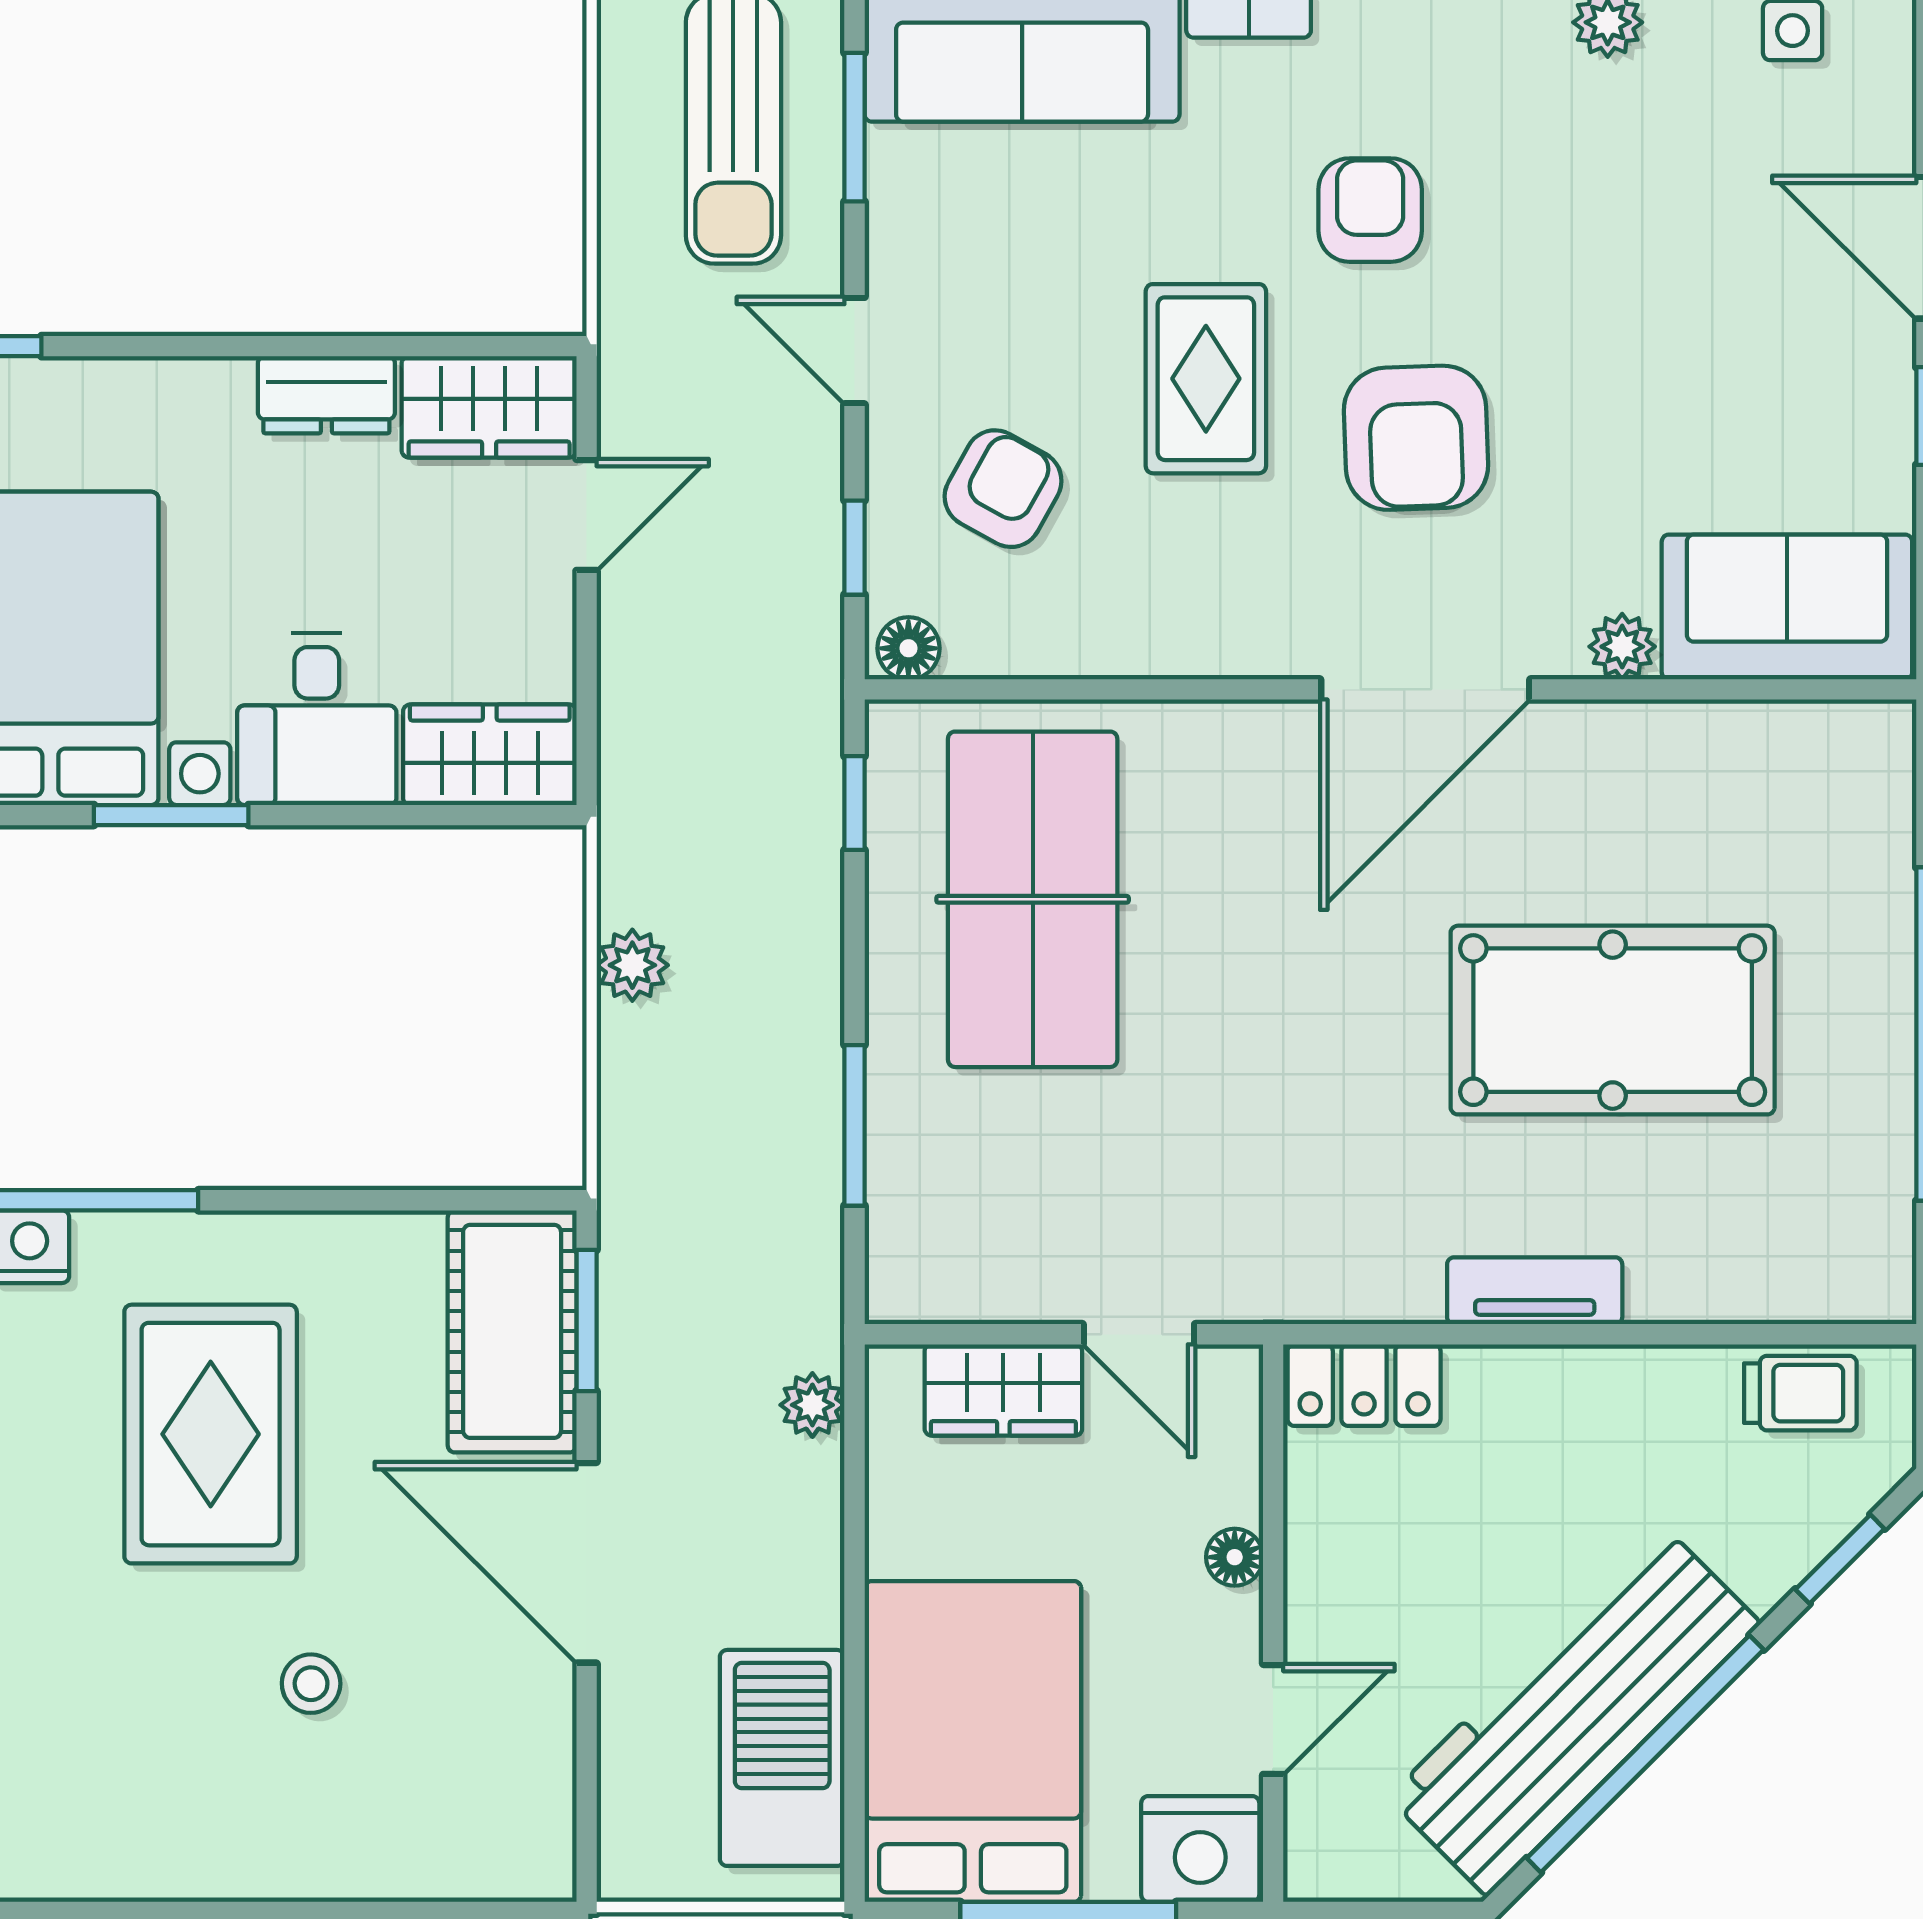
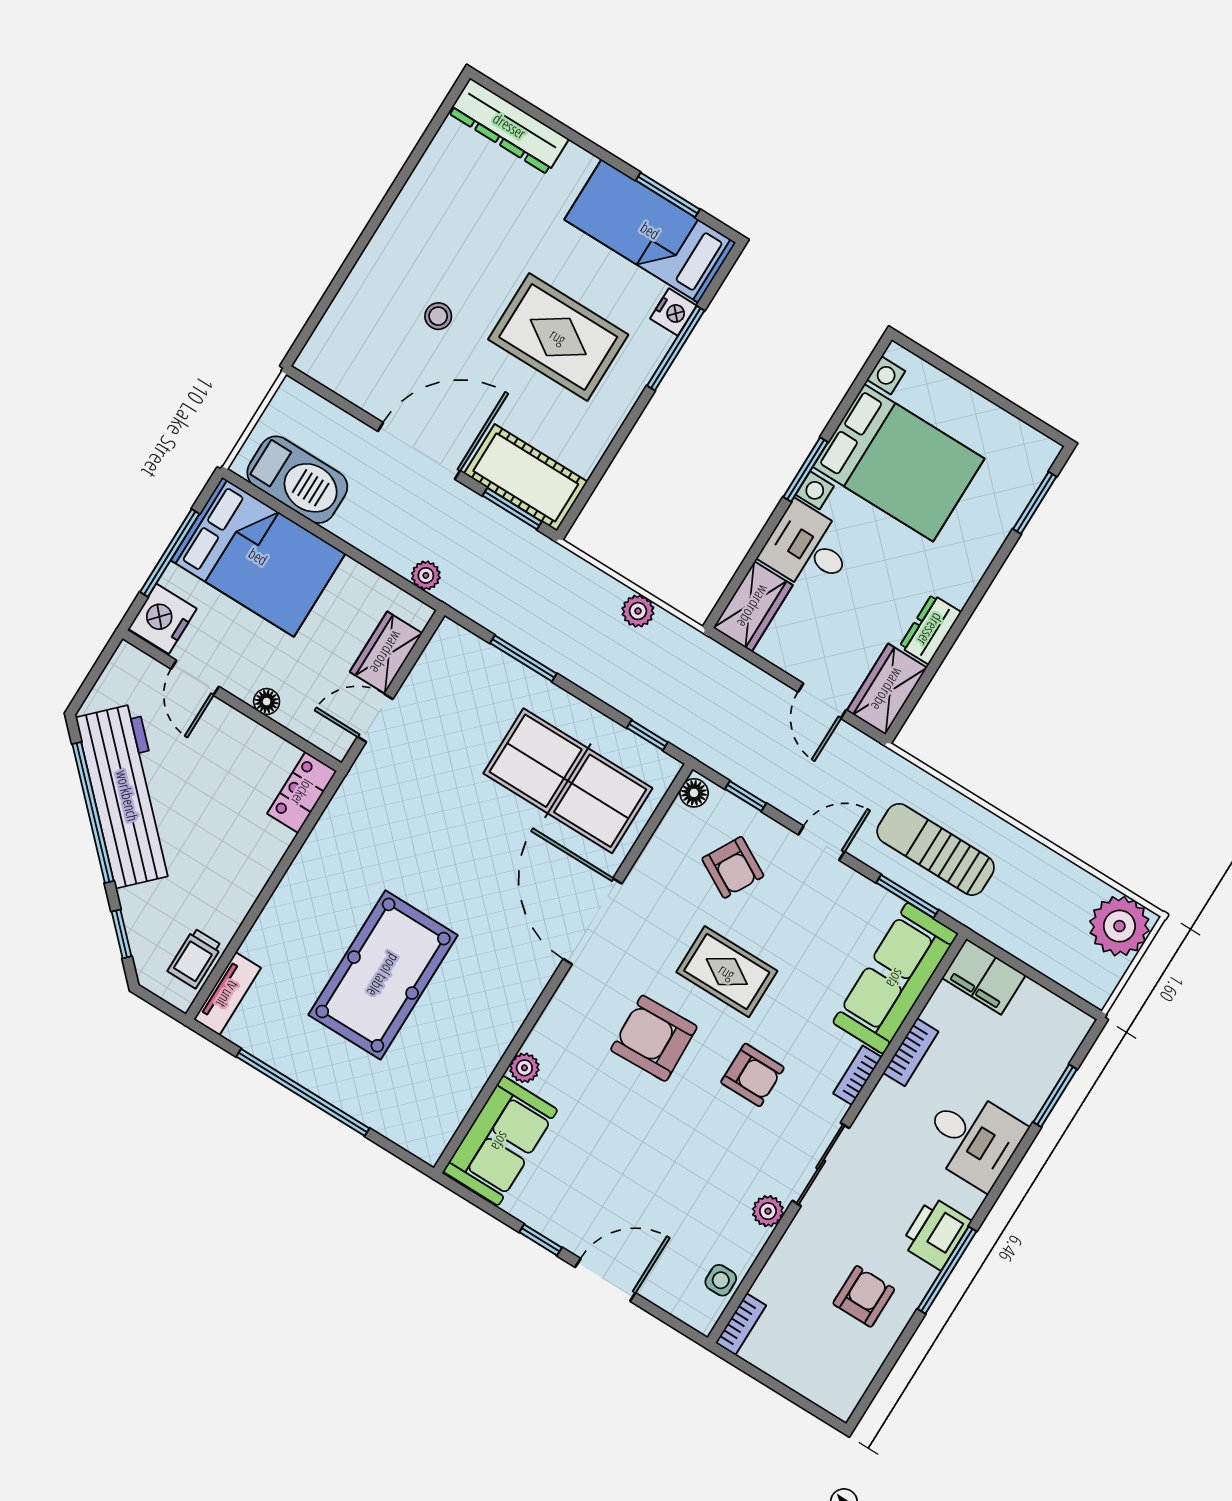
door: (1425, 689) -> (593, 921), moved
tv unit: (1535, 1291) -> (227, 994), moved

